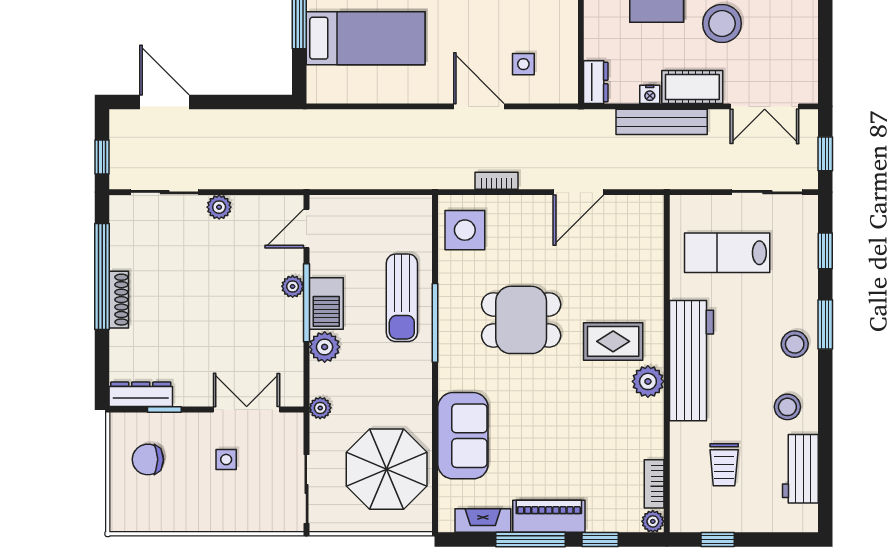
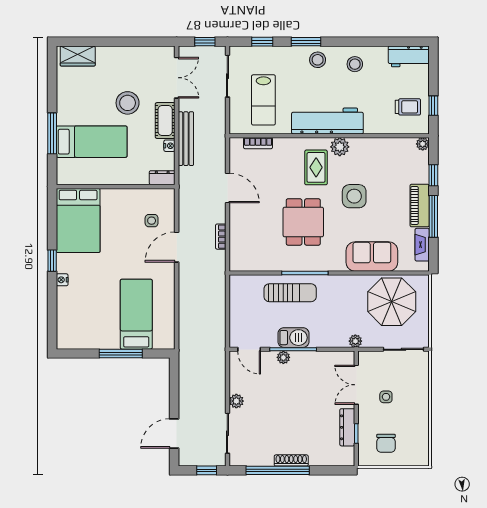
side table: (465, 230) -> (354, 196), moved
plant: (325, 347) -> (319, 339), removed
dresser: (141, 394) -> (347, 427), moved
trolley: (724, 465) -> (408, 107), moved
workbench: (800, 469) -> (409, 56), moved
bookcase: (654, 484) -> (258, 143), moved

